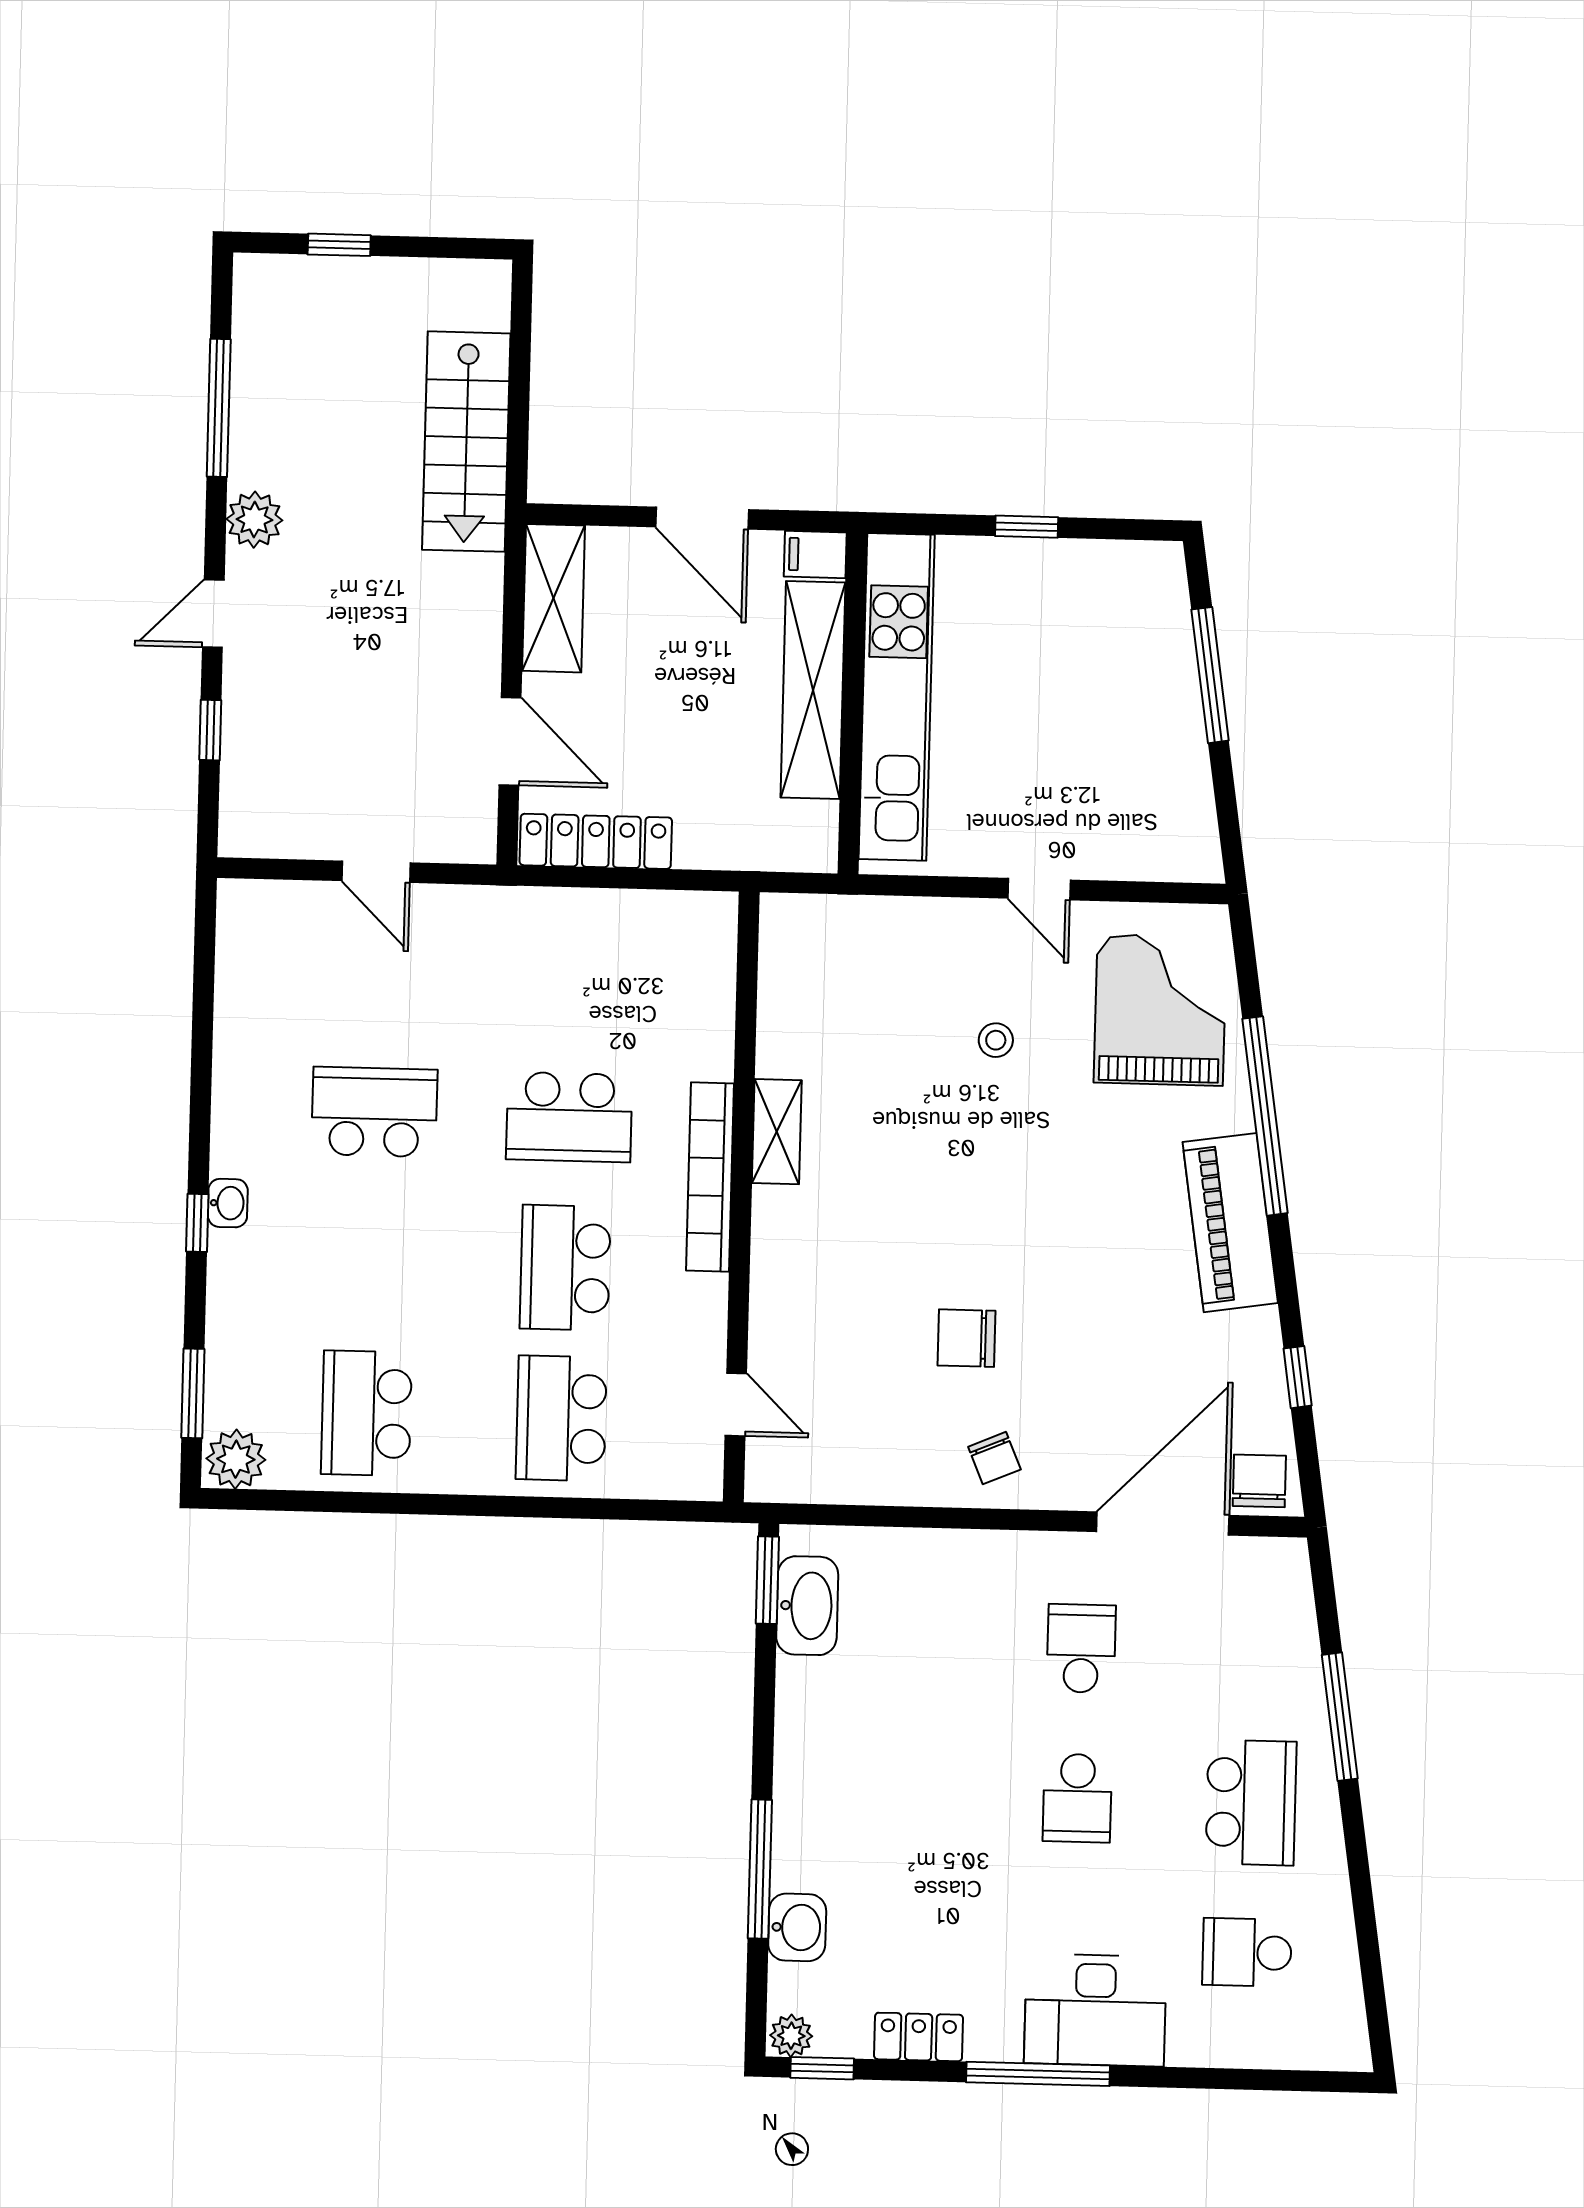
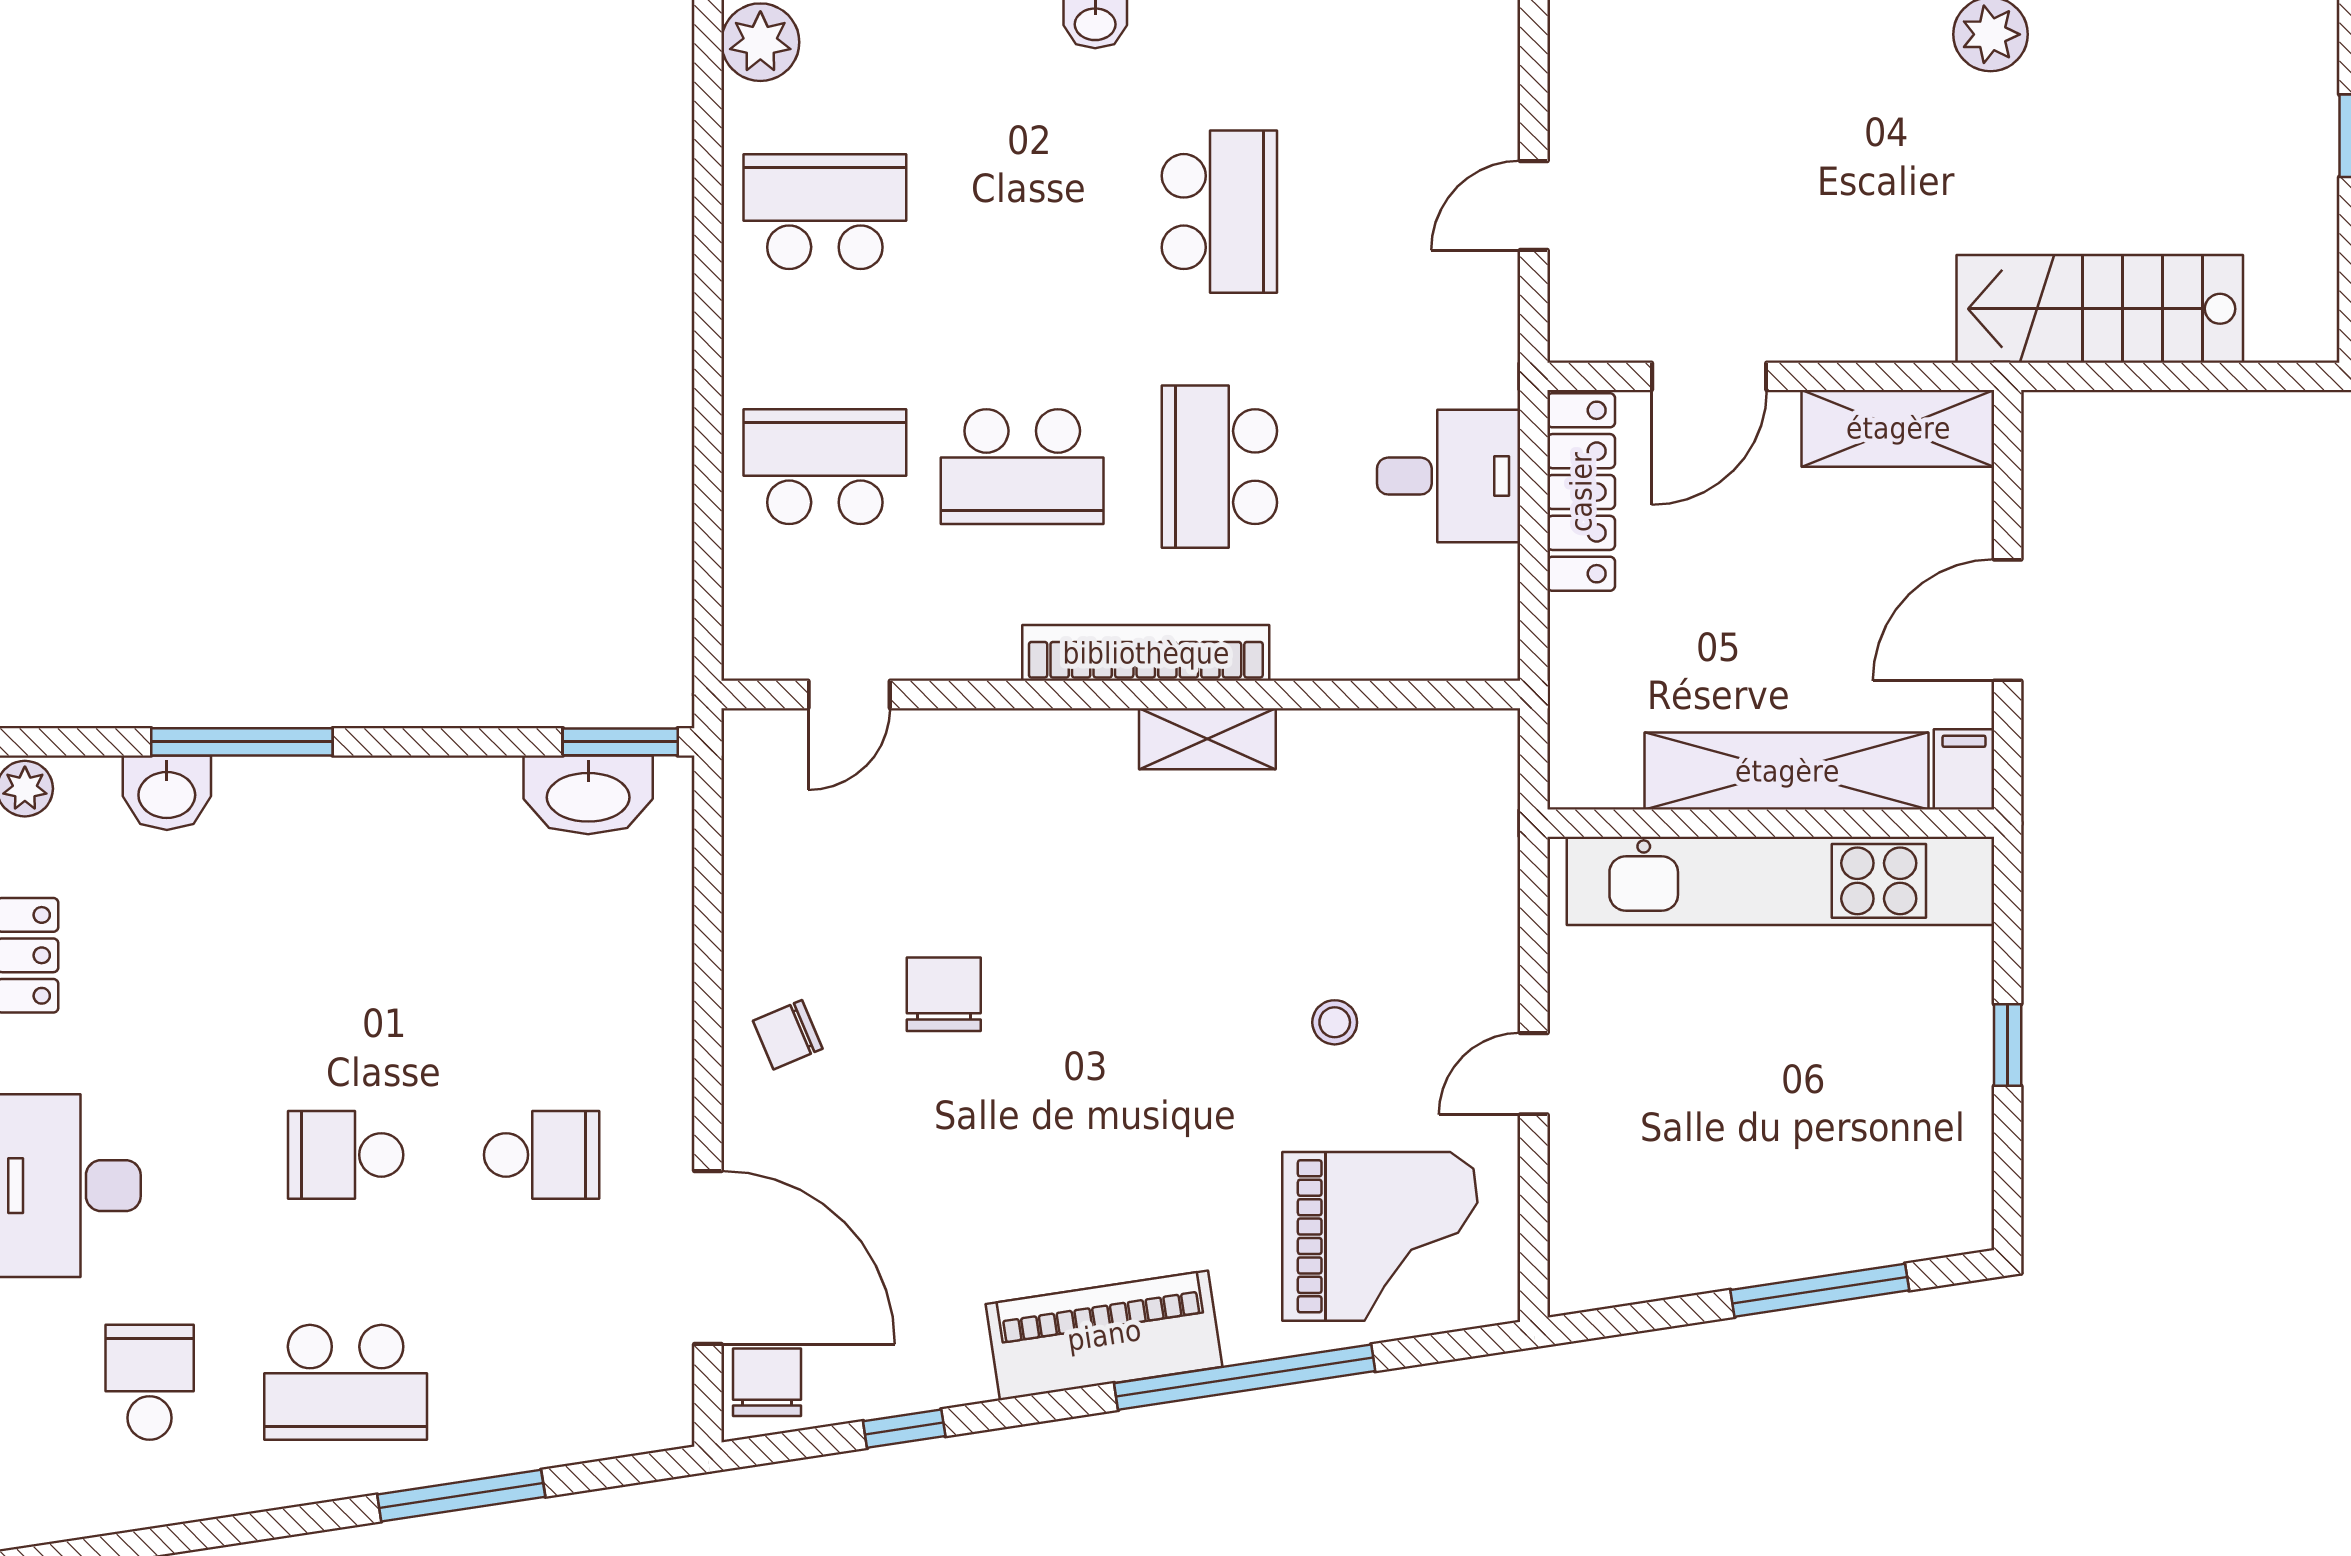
desk: (581, 942) -> (1449, 476), added
school desk: (565, 1268) -> (1022, 467), turned 180
chair: (1259, 1481) -> (767, 1382), turned -90

